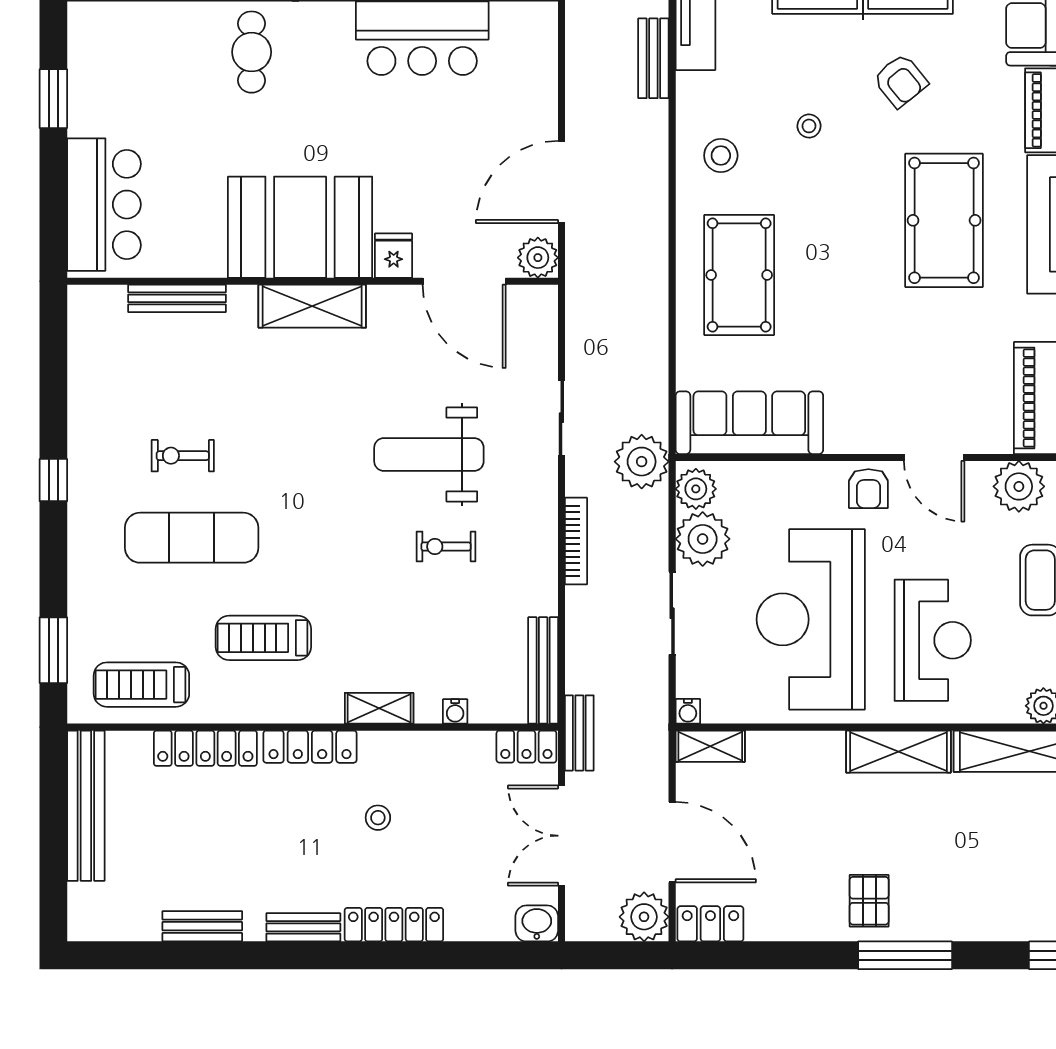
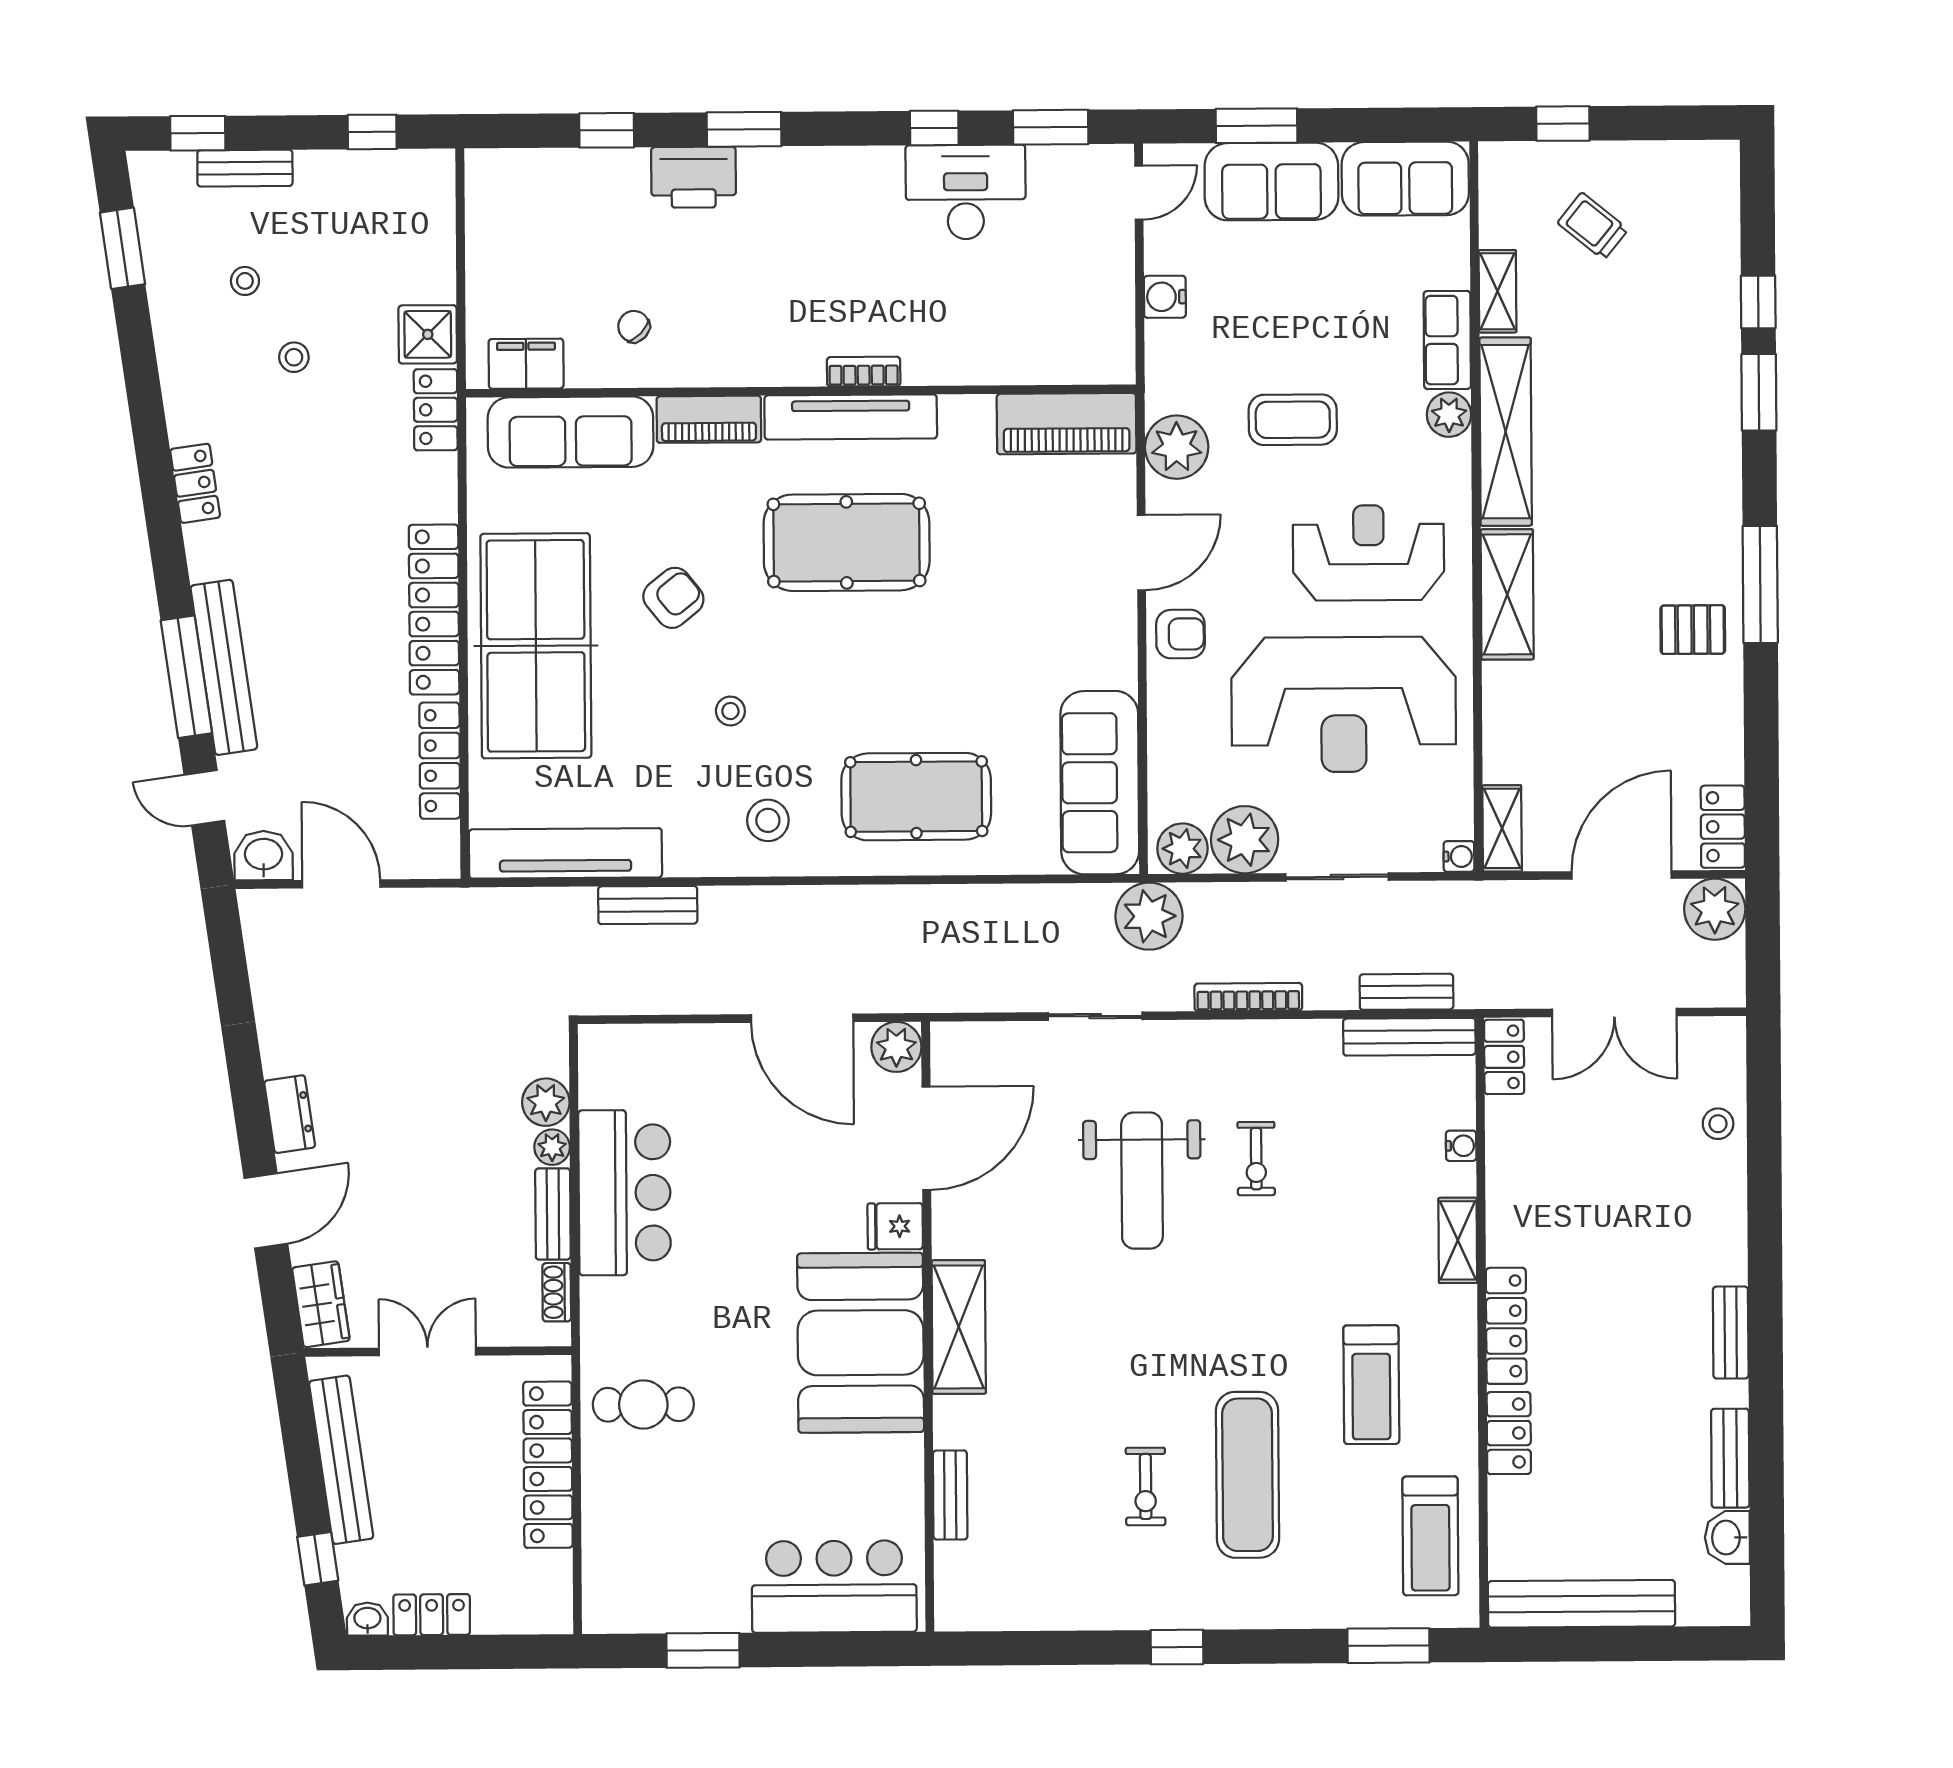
bench: (177, 298) -> (950, 1495), width x0.73
bench: (579, 733) -> (1406, 992), moved
locker: (205, 748) -> (1509, 1433), width x0.66
stool: (378, 818) -> (1718, 1124), moved
washbasin: (537, 923) -> (1727, 1538), moved
locker: (394, 925) -> (1727, 1220), removed

